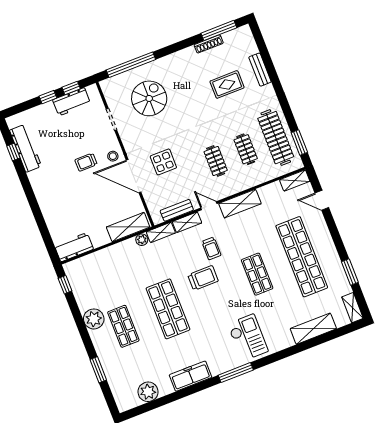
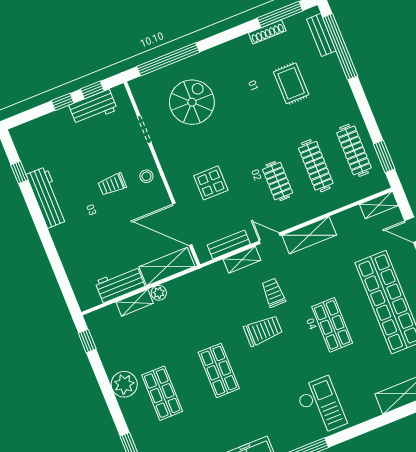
window: (266, 56) -> (340, 47), added
bench: (260, 70) -> (321, 35), moved
rug: (227, 84) -> (291, 83), turned 90
clothes rail: (276, 138) -> (354, 150), width x0.73, depth x0.76
workbench: (26, 148) -> (47, 197), moved
clothes rail: (246, 149) -> (316, 166), width x1.36
door: (134, 176) -> (182, 224), moved
shelving: (161, 232) -> (135, 303), moved
plant: (142, 240) -> (159, 293), moved
workbench: (74, 247) -> (120, 284), moved
trolley: (211, 248) -> (273, 293), turned 180
shop shelf: (168, 309) -> (219, 370), width x0.70, depth x0.74

